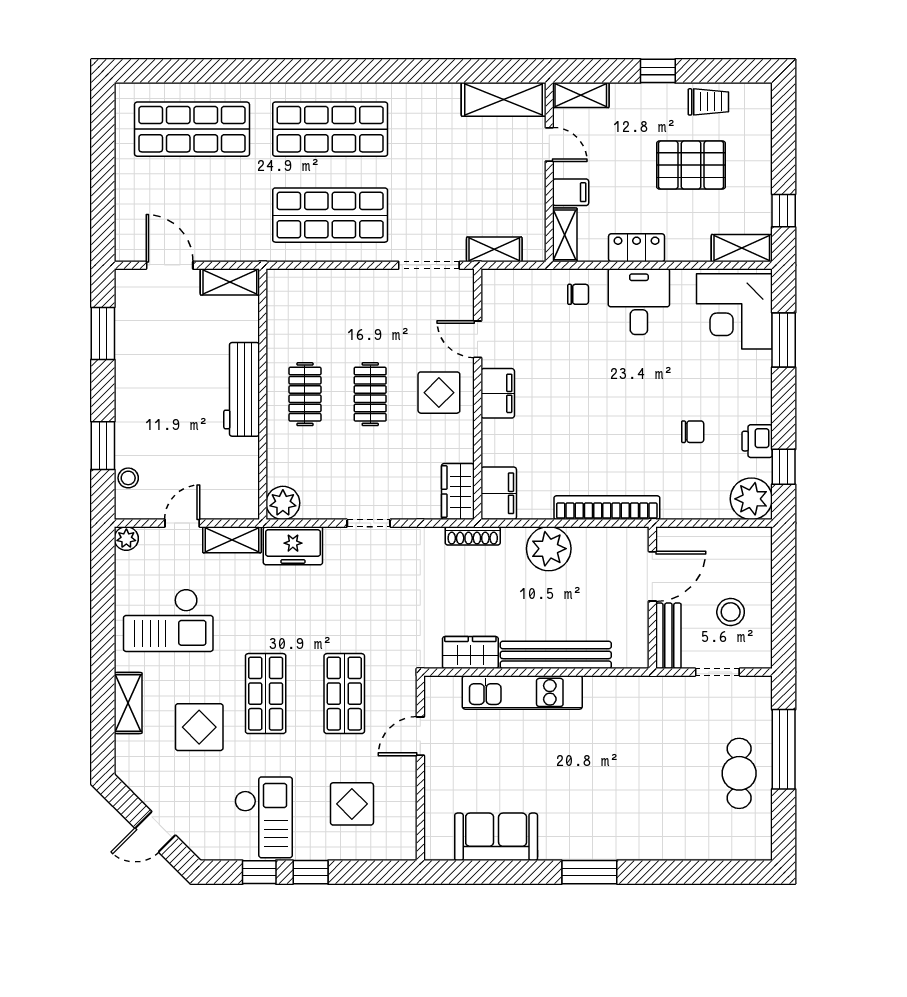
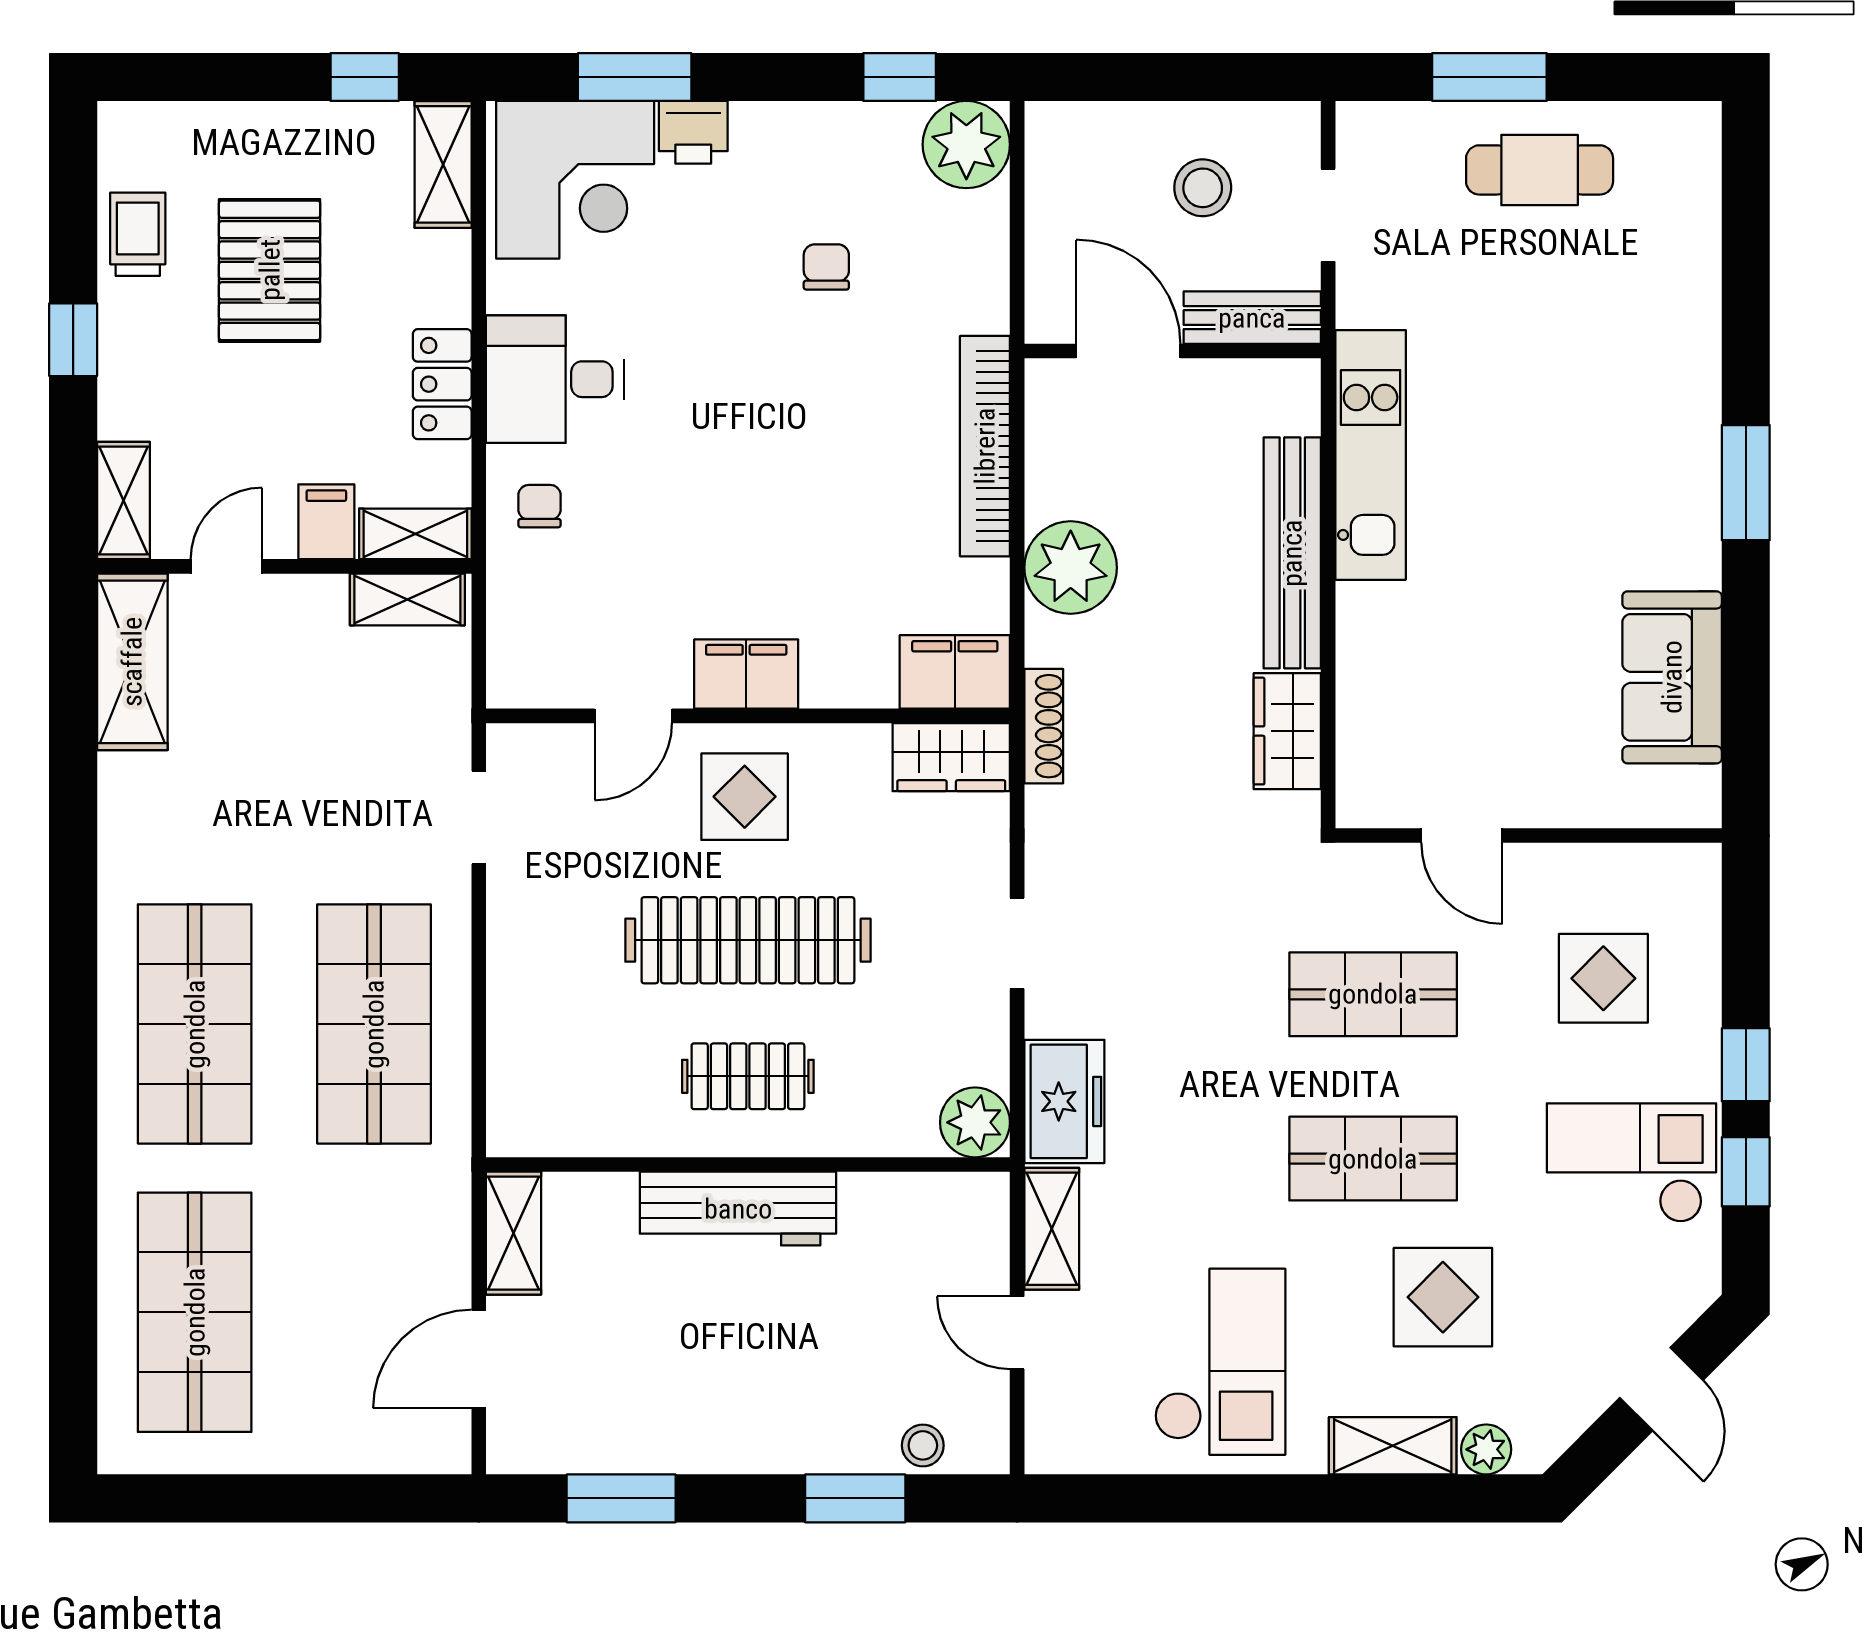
shelving: (494, 249) -> (407, 599), moved, turned 90
doorway: (429, 265) -> (479, 818), width x0.73
clothes rail: (370, 394) -> (748, 940), width x1.86, depth x1.31
printer: (757, 441) -> (693, 132), moved
plant: (126, 539) -> (1486, 1449), moved
kitchen unit: (522, 692) -> (1371, 455), moved
window: (784, 749) -> (1489, 77), width x0.69

